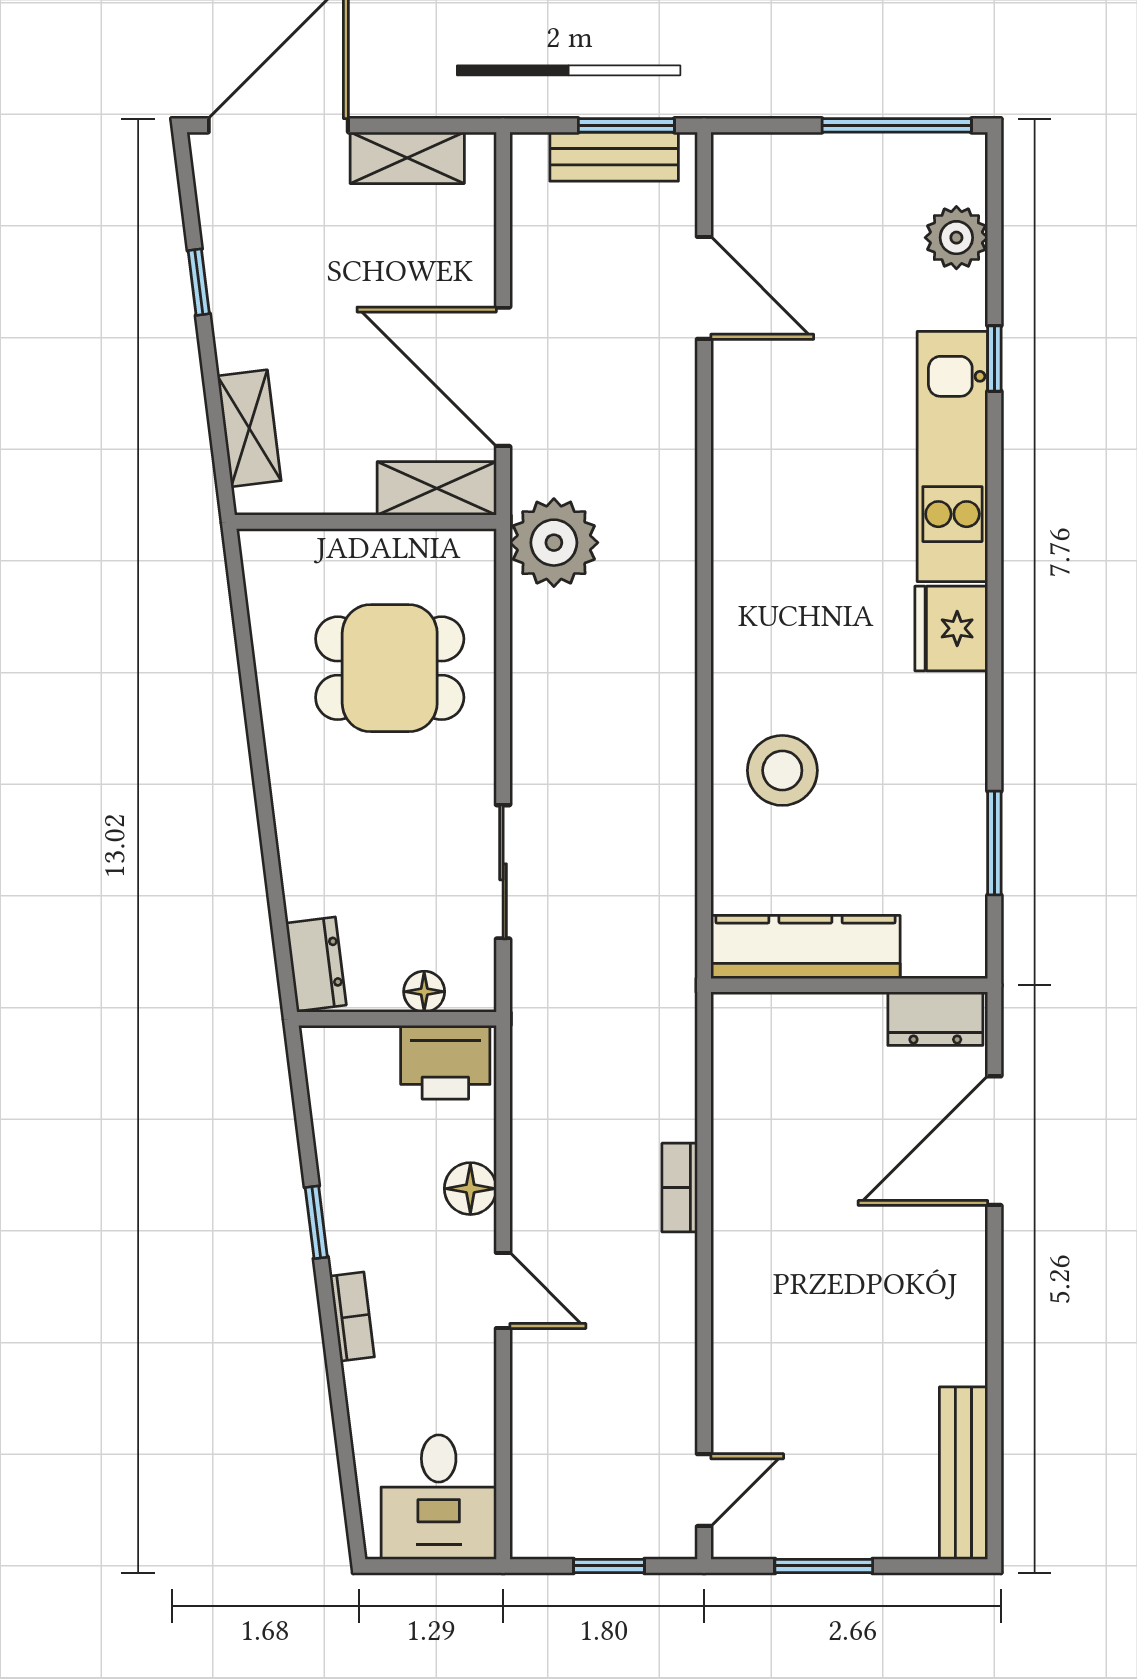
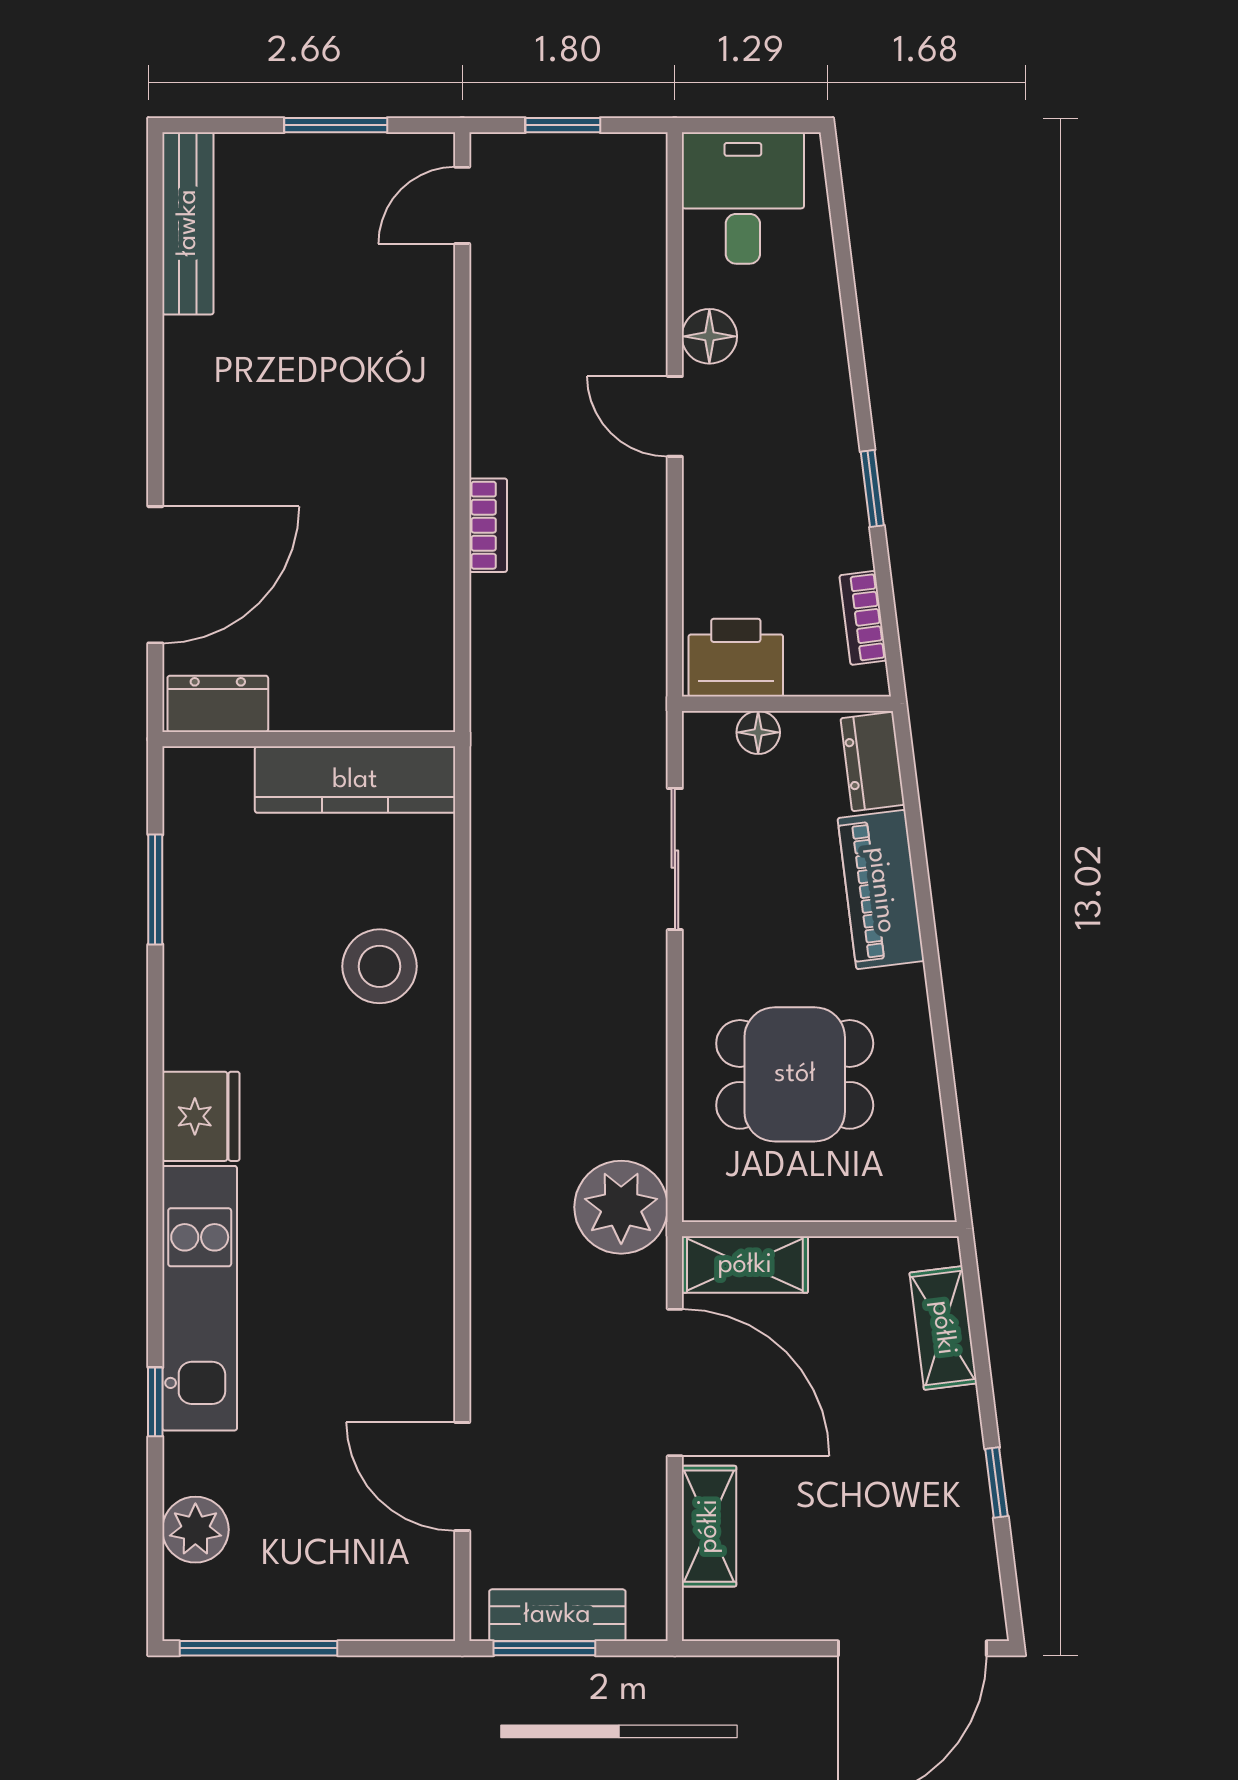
shelving: (407, 158) -> (709, 1526), moved, turned 90
piano: (308, 843) -> (881, 890), added
floor lamp: (470, 1189) -> (709, 336), moved
bookcase: (352, 1317) -> (863, 618), moved

